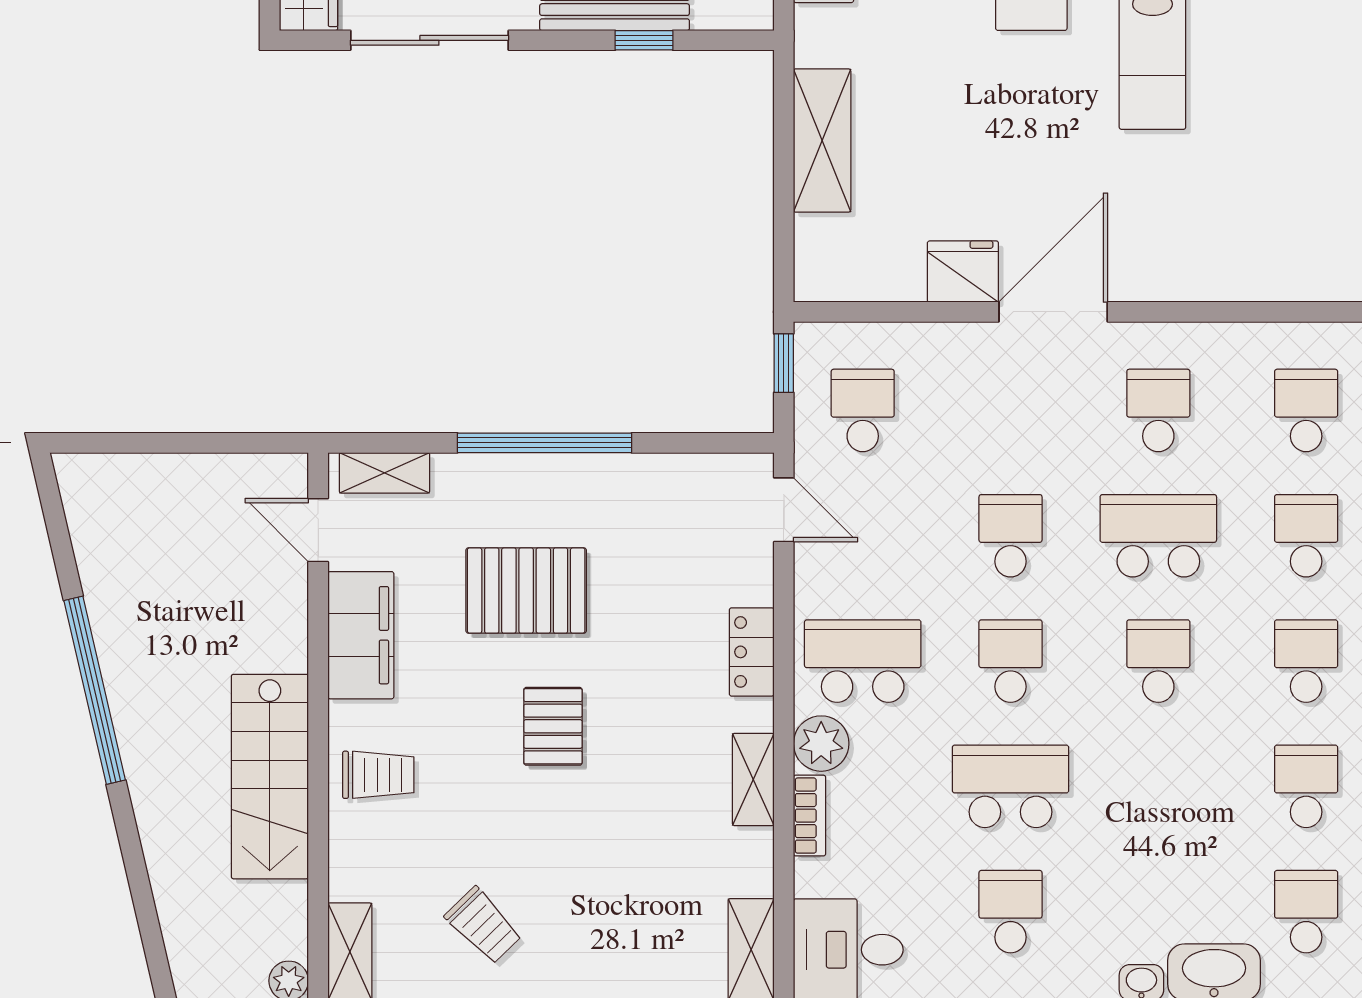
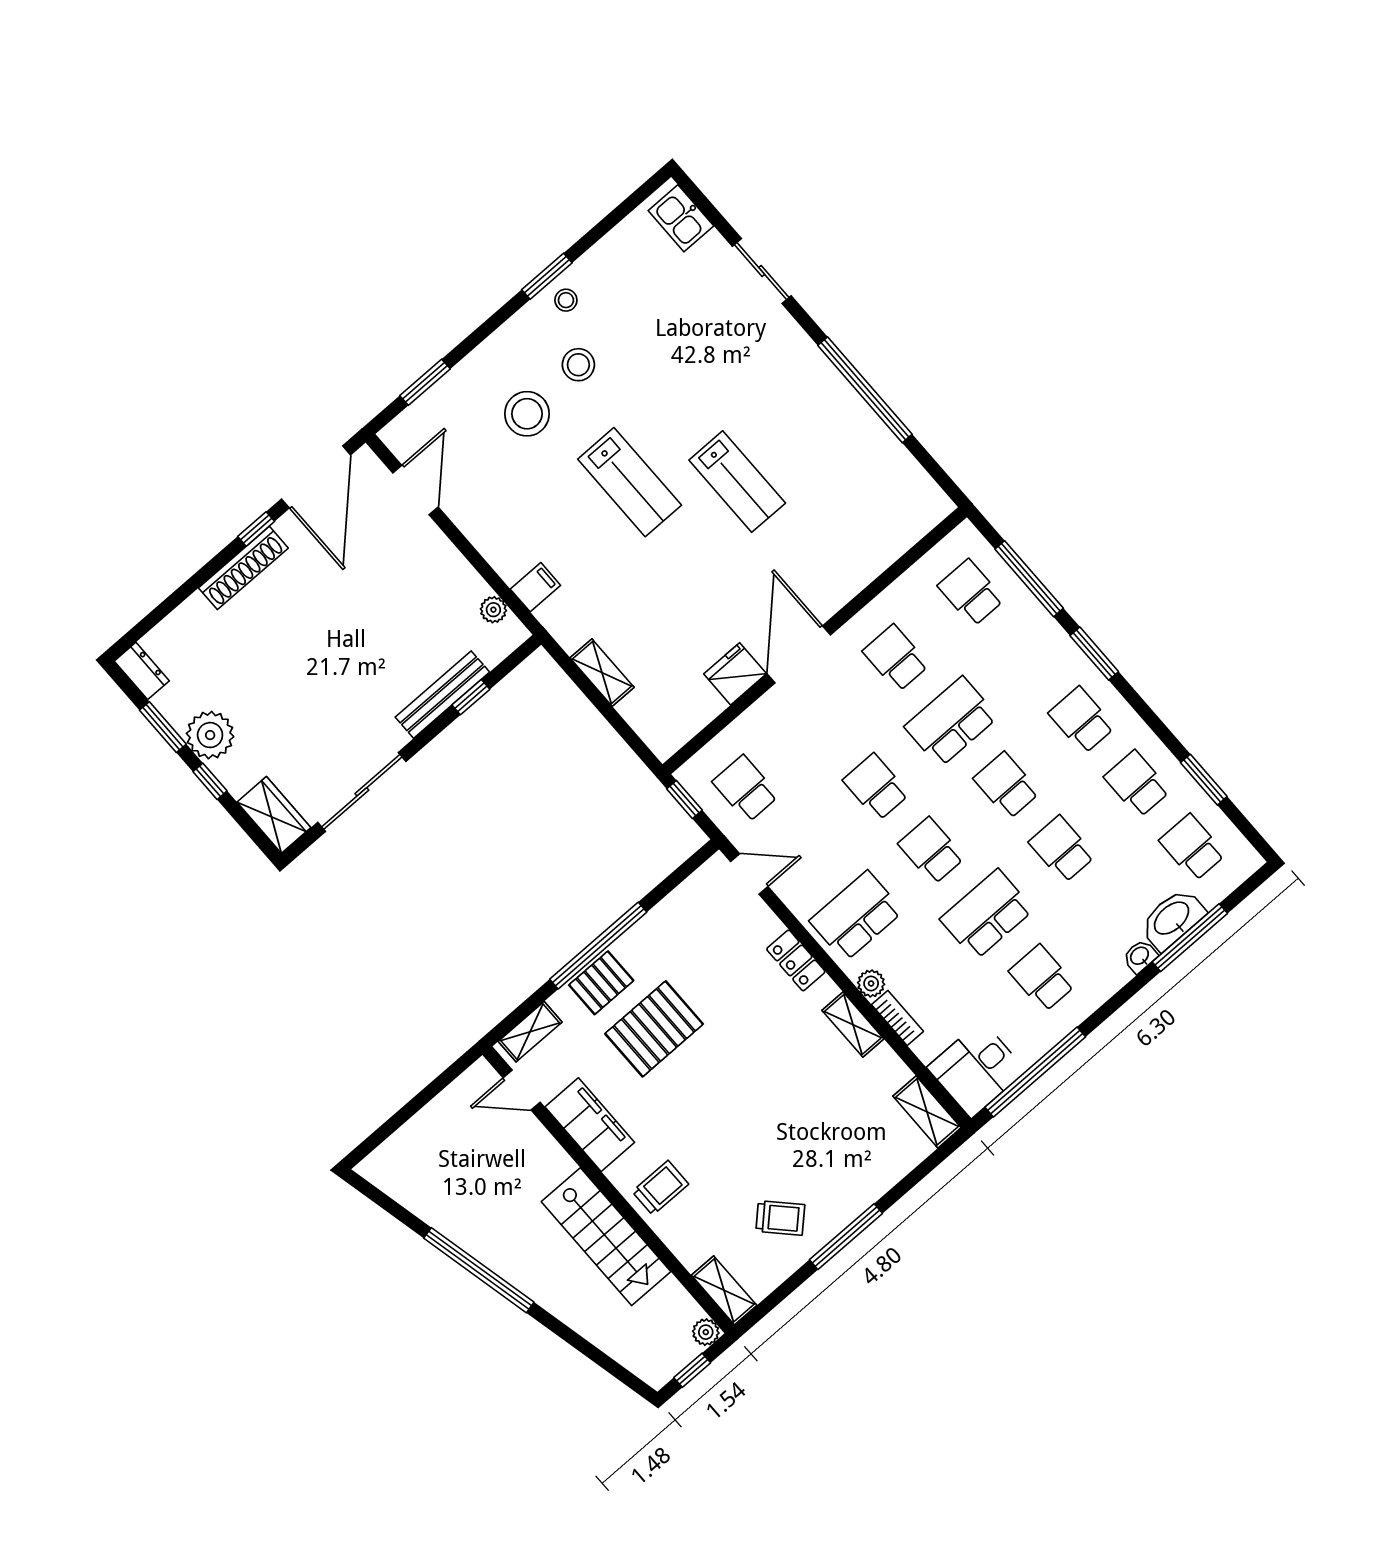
shelving: (822, 141) -> (602, 673), width x0.67, depth x0.75
school desk: (1306, 536) -> (1062, 849), moved
pallet: (553, 726) -> (601, 983), moved, turned 90
plant: (821, 744) -> (871, 983), width x0.73, depth x0.73

